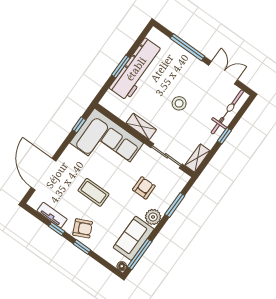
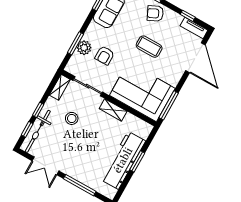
stool: (179, 103) -> (72, 118), moved
window: (239, 115) -> (27, 129), added
window: (79, 125) -> (169, 105), width x2.17
tv unit: (52, 215) -> (194, 28), moved
plant: (153, 217) -> (84, 48), moved
window: (57, 229) -> (188, 16), moved

